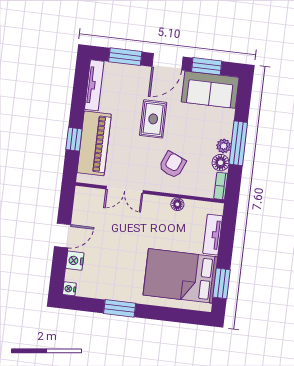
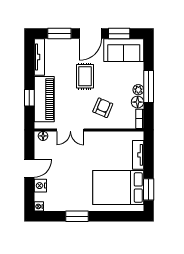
floor lamp: (177, 204) -> (43, 136), moved

